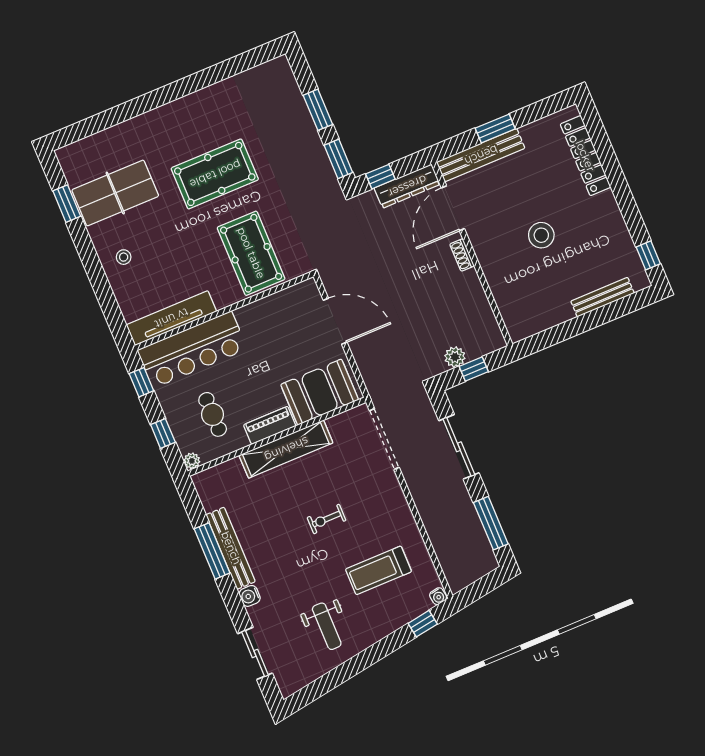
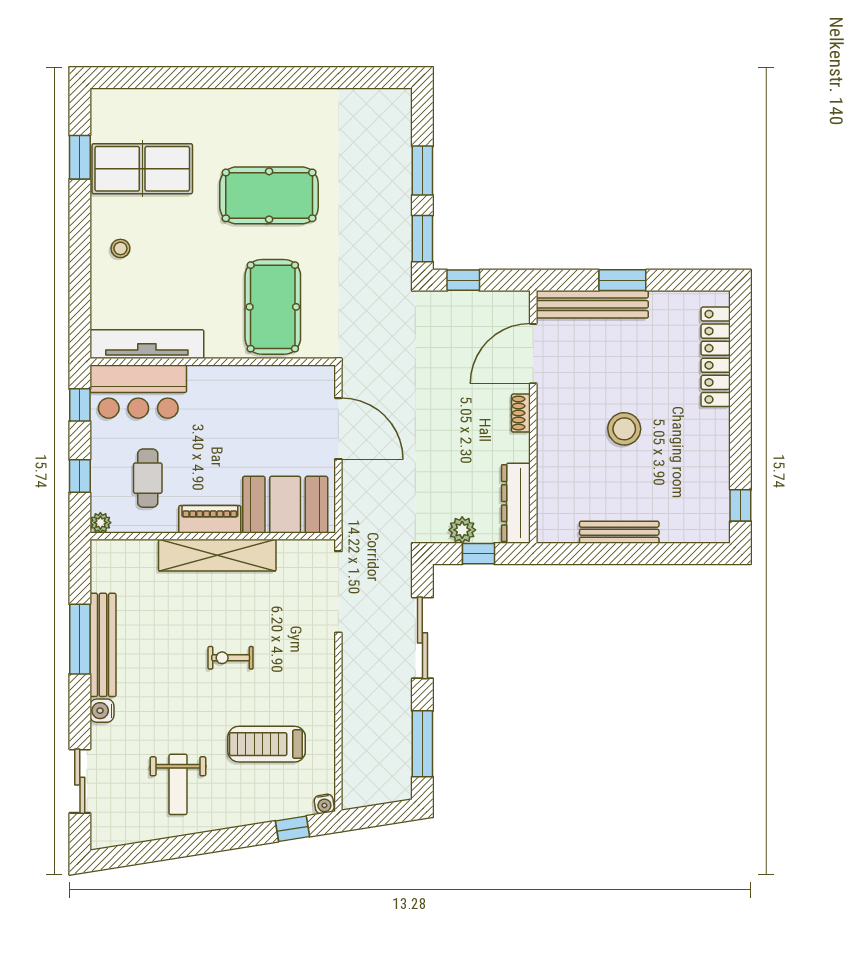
dresser: (407, 186) -> (516, 503), moved, turned 90
bench: (603, 297) -> (619, 532), moved
bar counter: (192, 350) -> (138, 392), width x0.73

